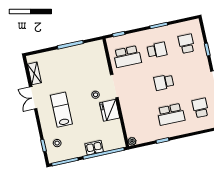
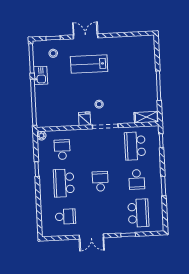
school desk: (186, 44) -> (138, 213), width x1.85
shelving: (34, 73) -> (146, 117), moved
double door: (33, 98) -> (86, 36), moved
lab bench: (61, 110) -> (89, 64), turned 180
fridge: (110, 110) -> (85, 119), width x0.53, depth x0.75
school desk: (141, 121) -> (62, 150), added
kitchen sink: (94, 148) -> (40, 75), moved

